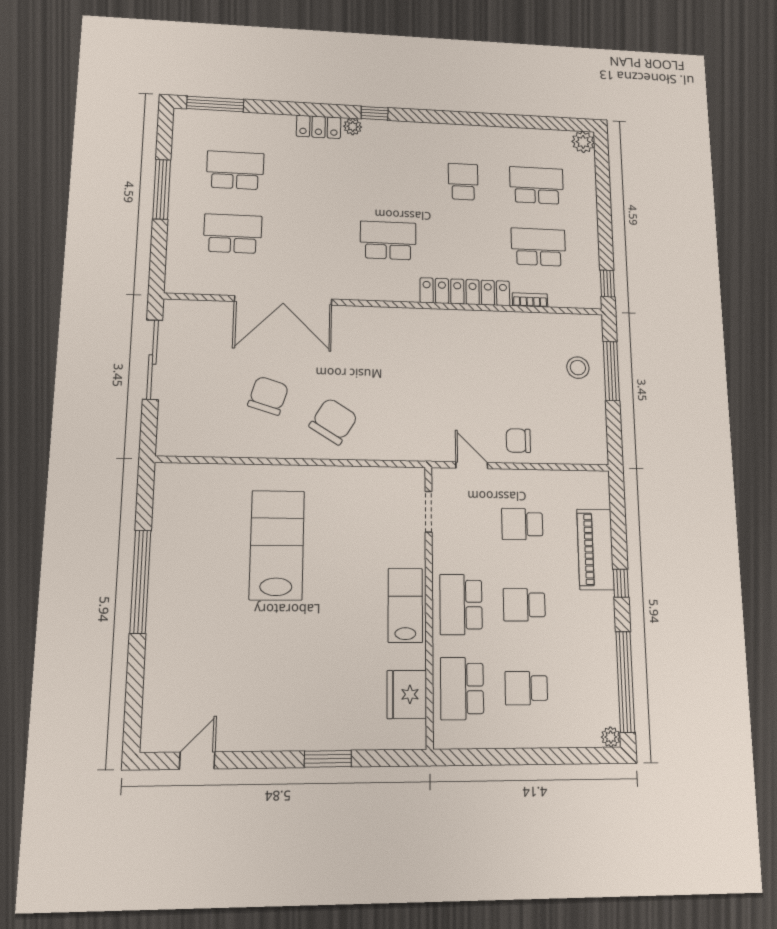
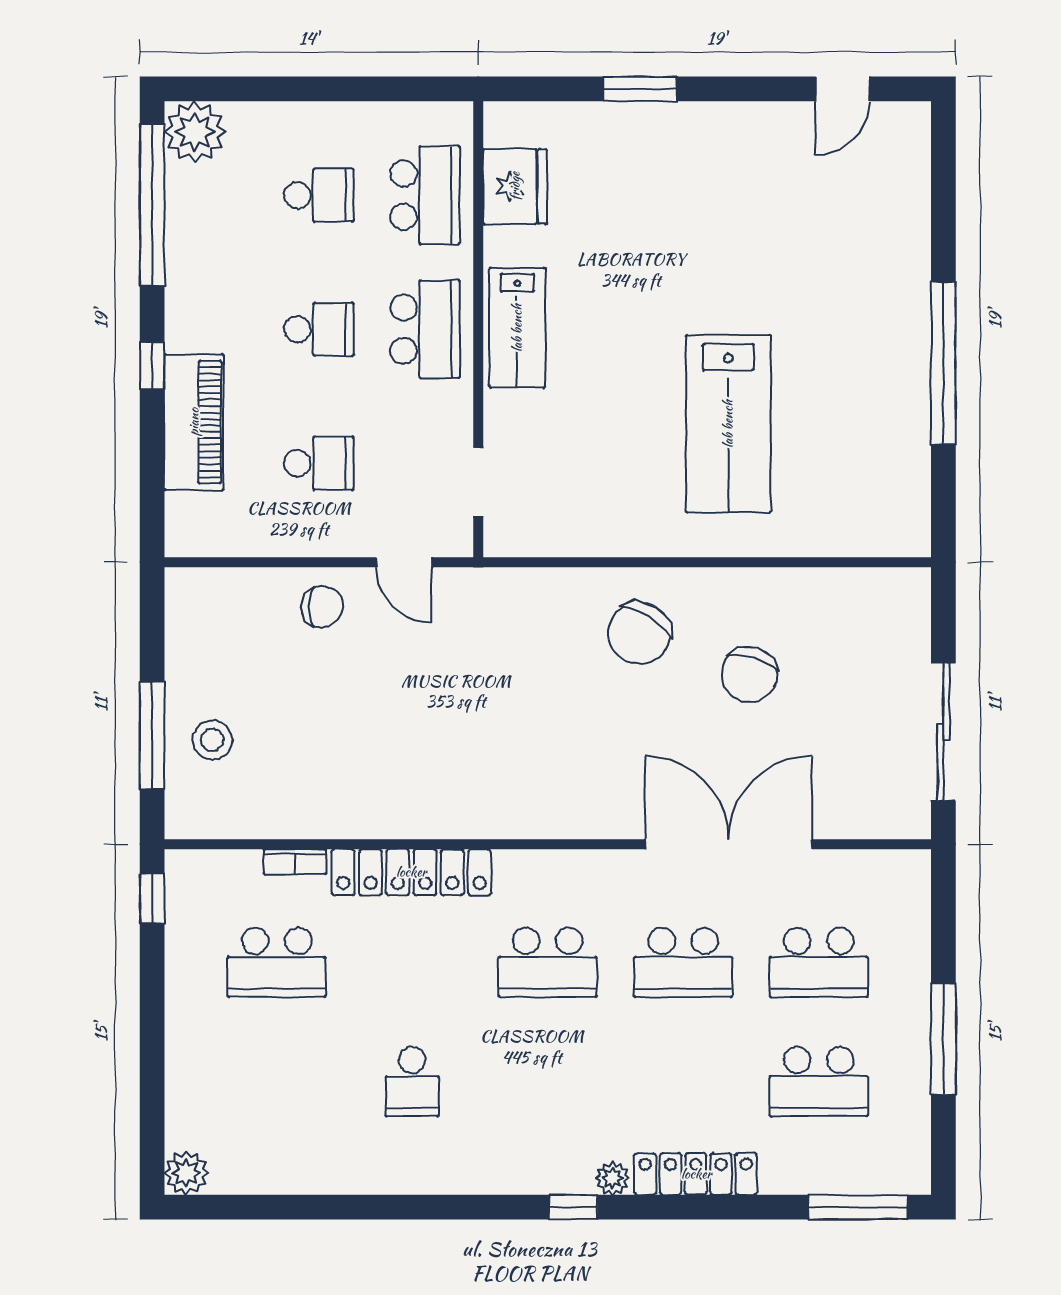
locker: (319, 127) -> (696, 1174), width x1.53
school desk: (537, 185) -> (683, 962), moved
plant: (611, 737) -> (195, 132), width x1.87, depth x1.87

